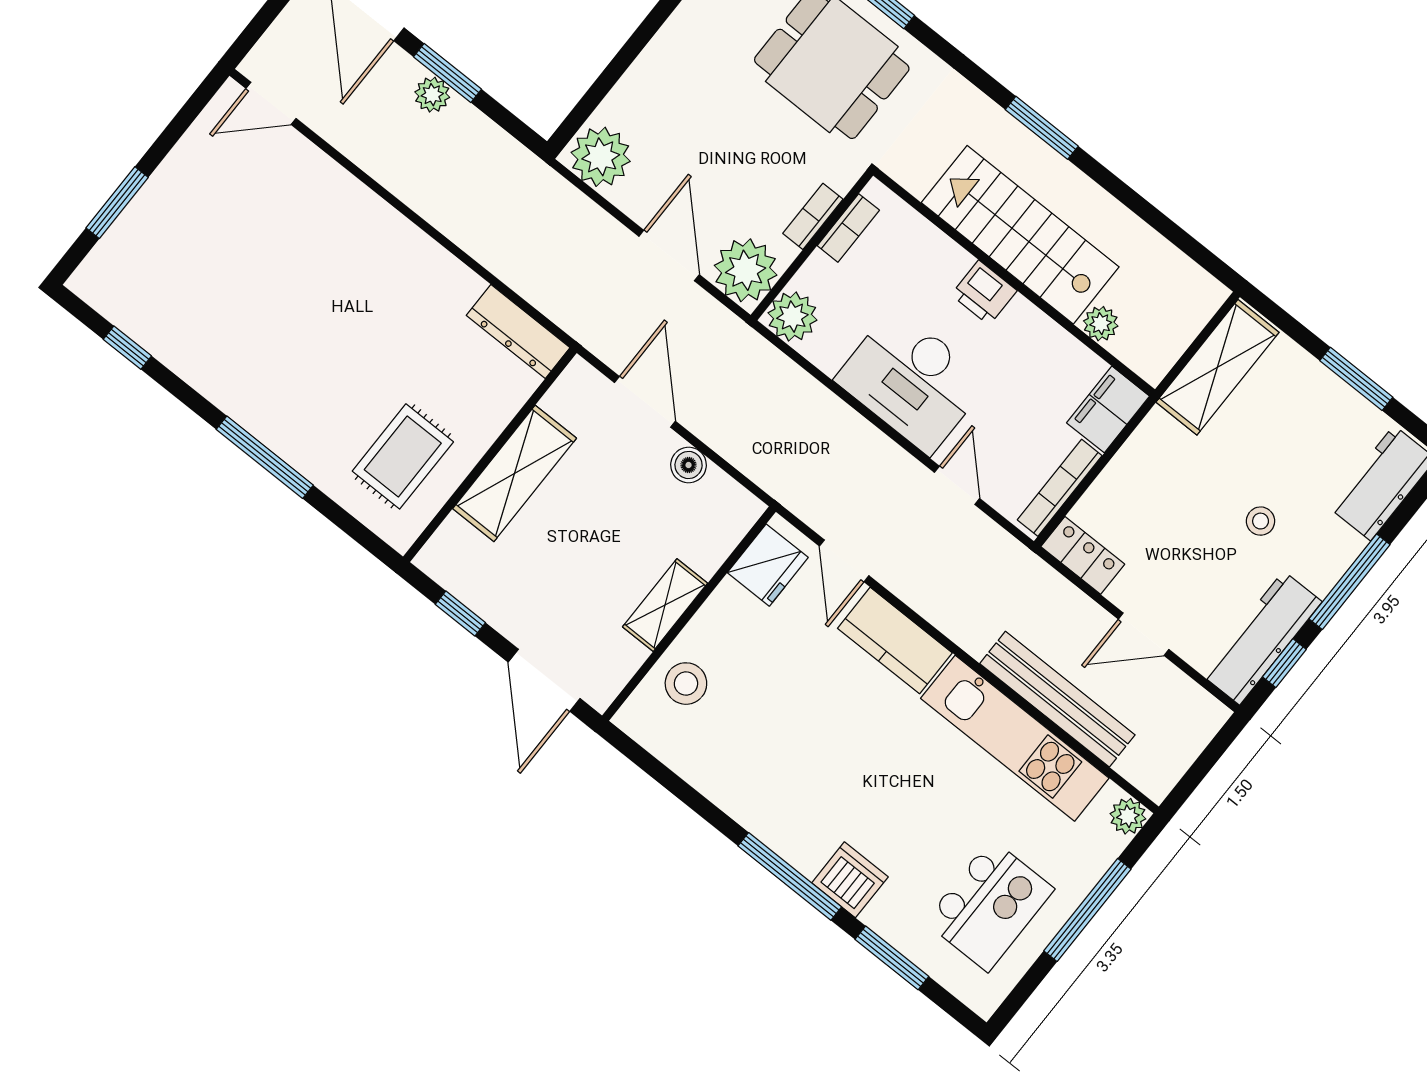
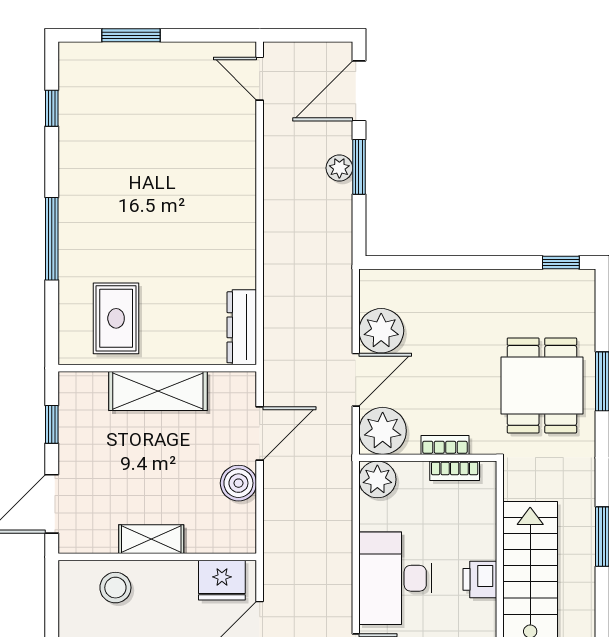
plant: (601, 157) -> (381, 331), moved
rug: (403, 456) -> (116, 318), turned 90
boiler: (689, 465) -> (238, 483), width x1.36, depth x1.36

